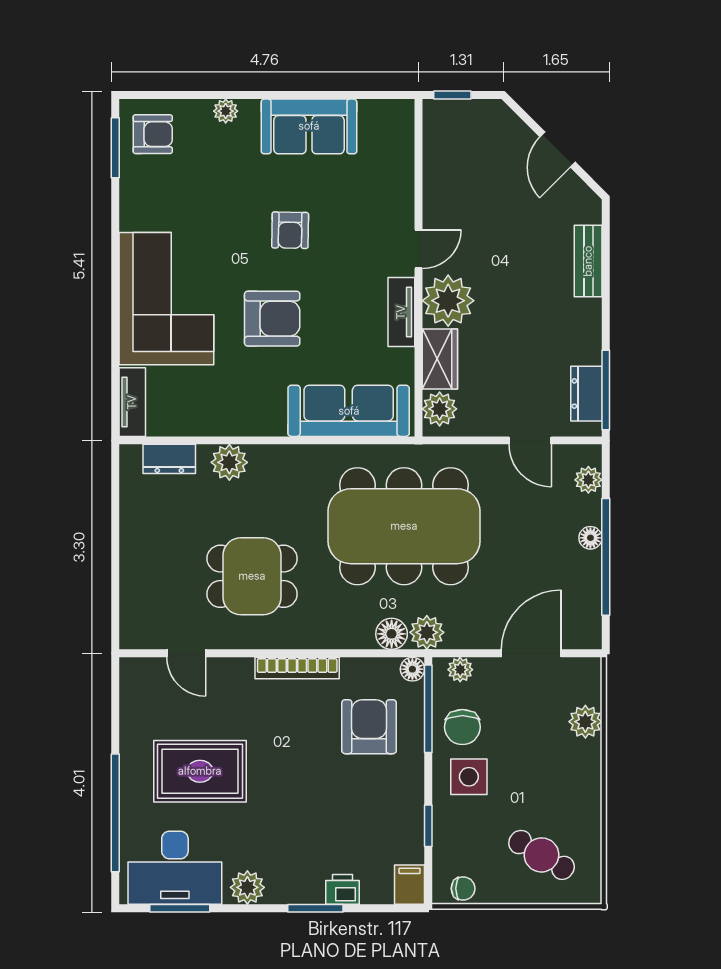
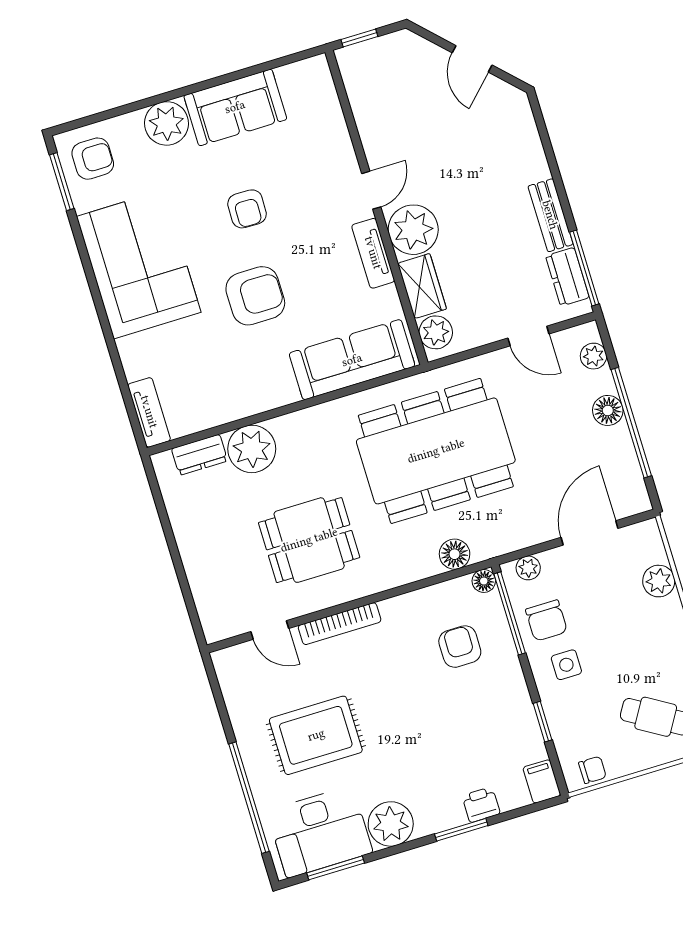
plant: (226, 111) -> (167, 123), width x1.88, depth x1.88
bench: (588, 261) -> (550, 215), moved
corner sofa: (166, 299) -> (139, 264), moved
plant: (229, 462) -> (252, 449), width x1.36, depth x1.36
floor lamp: (590, 538) -> (608, 410), width x1.37, depth x1.37
plant: (427, 632) -> (487, 543), removed
bookcase: (297, 668) -> (340, 624), moved
armchair: (369, 727) -> (460, 647), width x0.72, depth x0.72
side table: (469, 777) -> (566, 665), width x0.73, depth x0.73
plant: (247, 887) -> (391, 824), width x1.36, depth x1.36

